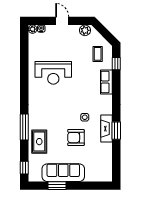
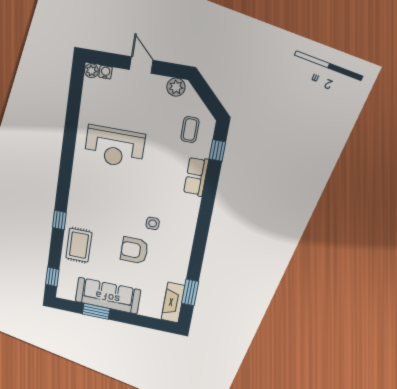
window: (24, 127) -> (59, 220), width x0.46
fireplace: (107, 129) -> (173, 303), moved
window: (116, 131) -> (190, 292), moved

